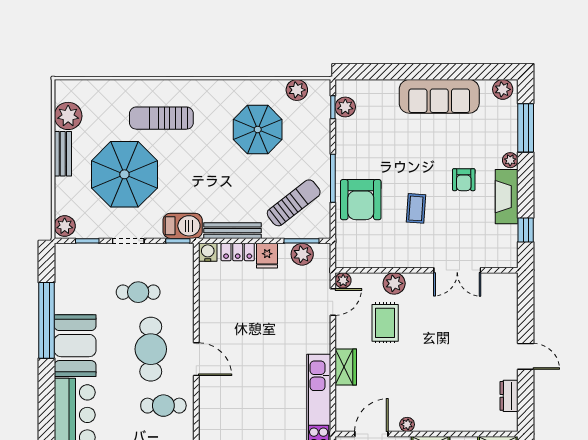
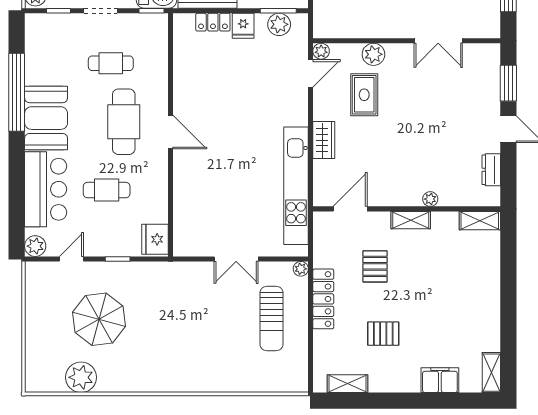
water cooler: (208, 252) -> (182, 22), removed
window: (526, 311) -> (508, 83), added
cafe table: (163, 406) -> (107, 190), moved
plant: (407, 424) -> (430, 199), moved

